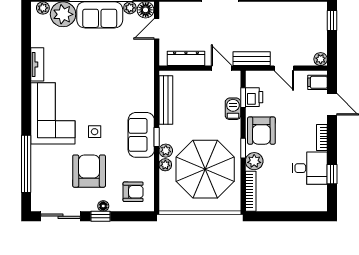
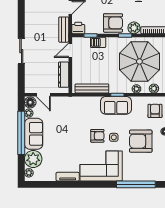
printer: (254, 97) -> (78, 28), moved
armchair: (97, 108) -> (97, 136), added
plant: (166, 151) -> (154, 89), moved

